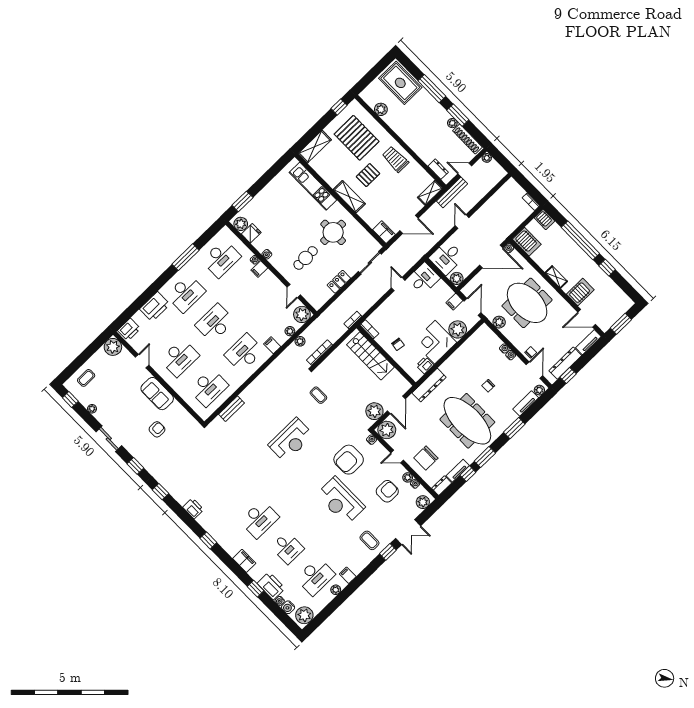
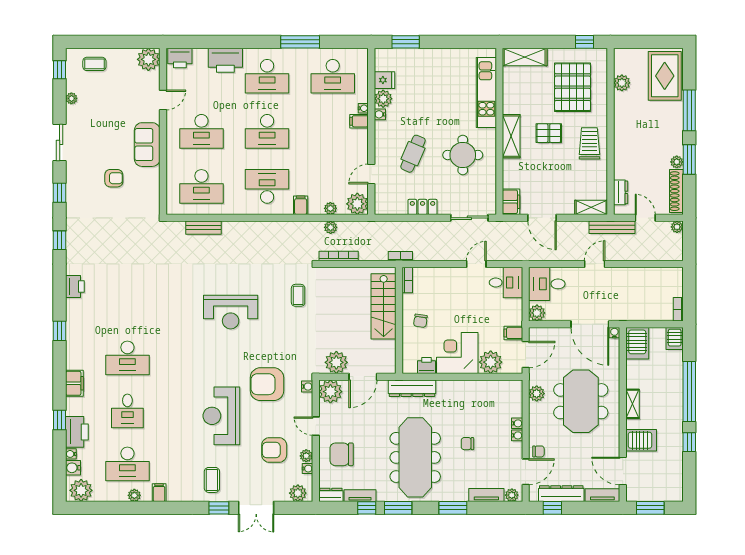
plant: (241, 224) -> (383, 99), moved
cafe table: (306, 258) -> (413, 154), turned -67
desk: (215, 323) -> (267, 131), turned 180
armchair: (387, 491) -> (274, 450), turned 180

